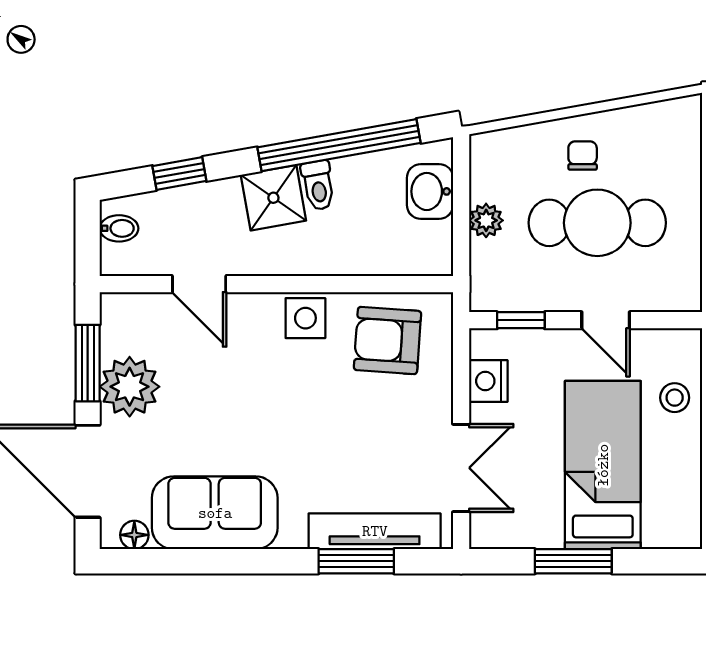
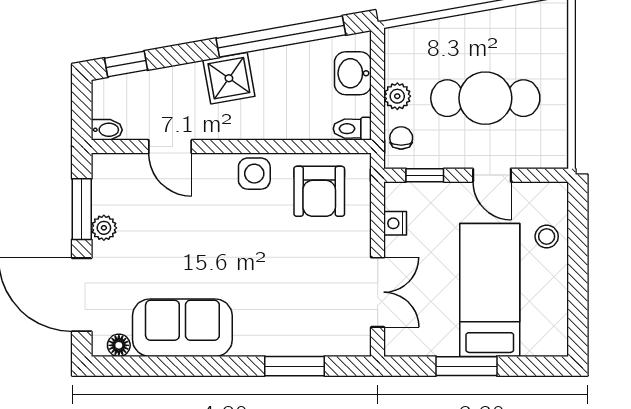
chair: (583, 156) -> (401, 138), moved
window: (179, 173) -> (126, 64), moved
toilet: (318, 185) -> (352, 129), moved, turned 100
bidet: (119, 228) -> (107, 130), moved
armchair: (387, 340) -> (319, 191), turned -94
nightstand: (488, 381) -> (395, 223), width x0.72, depth x0.74
plant: (130, 387) -> (104, 228), width x0.53, depth x0.53
tv unit: (375, 531) -> (309, 342), removed

